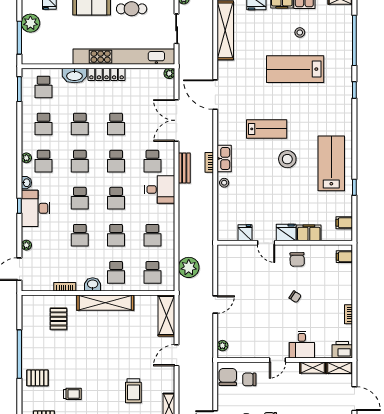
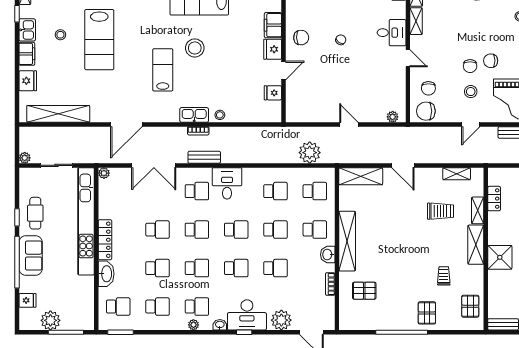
plant: (26, 245) -> (281, 320), width x1.88, depth x1.88

